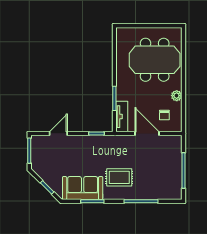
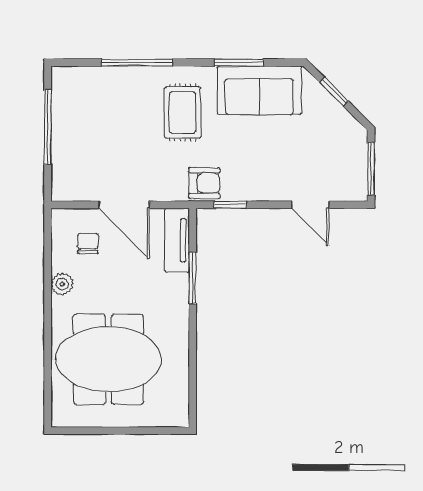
door: (58, 133) -> (310, 205), hinge flipped
armchair: (109, 144) -> (204, 183), added
rug: (119, 177) -> (183, 113), turned 90

